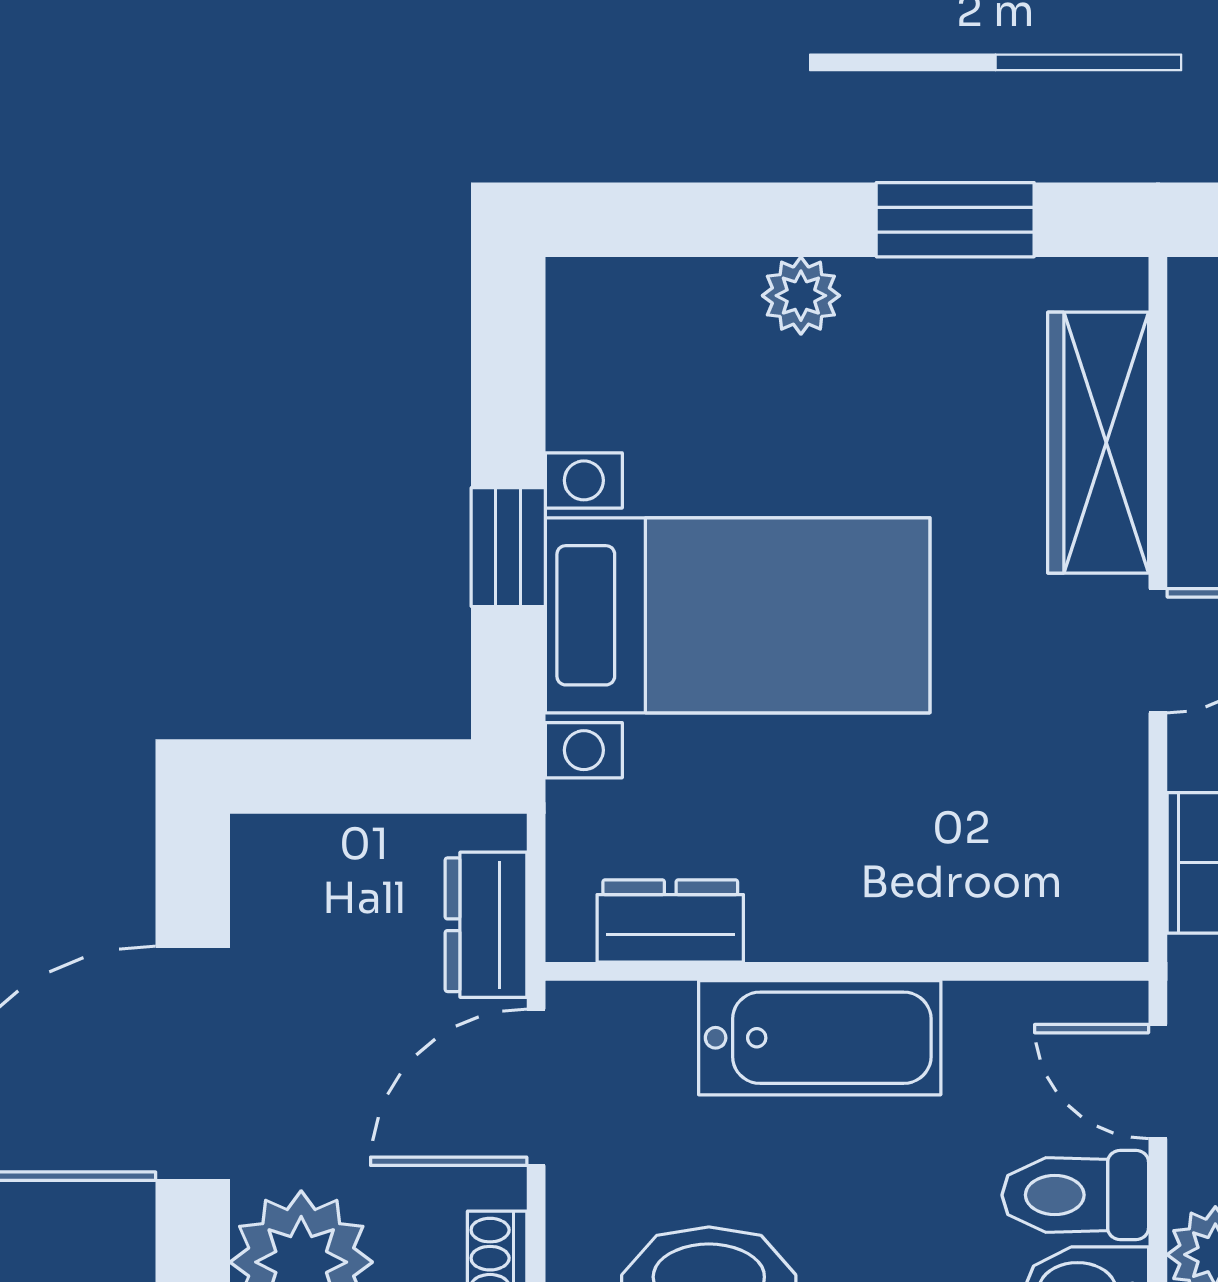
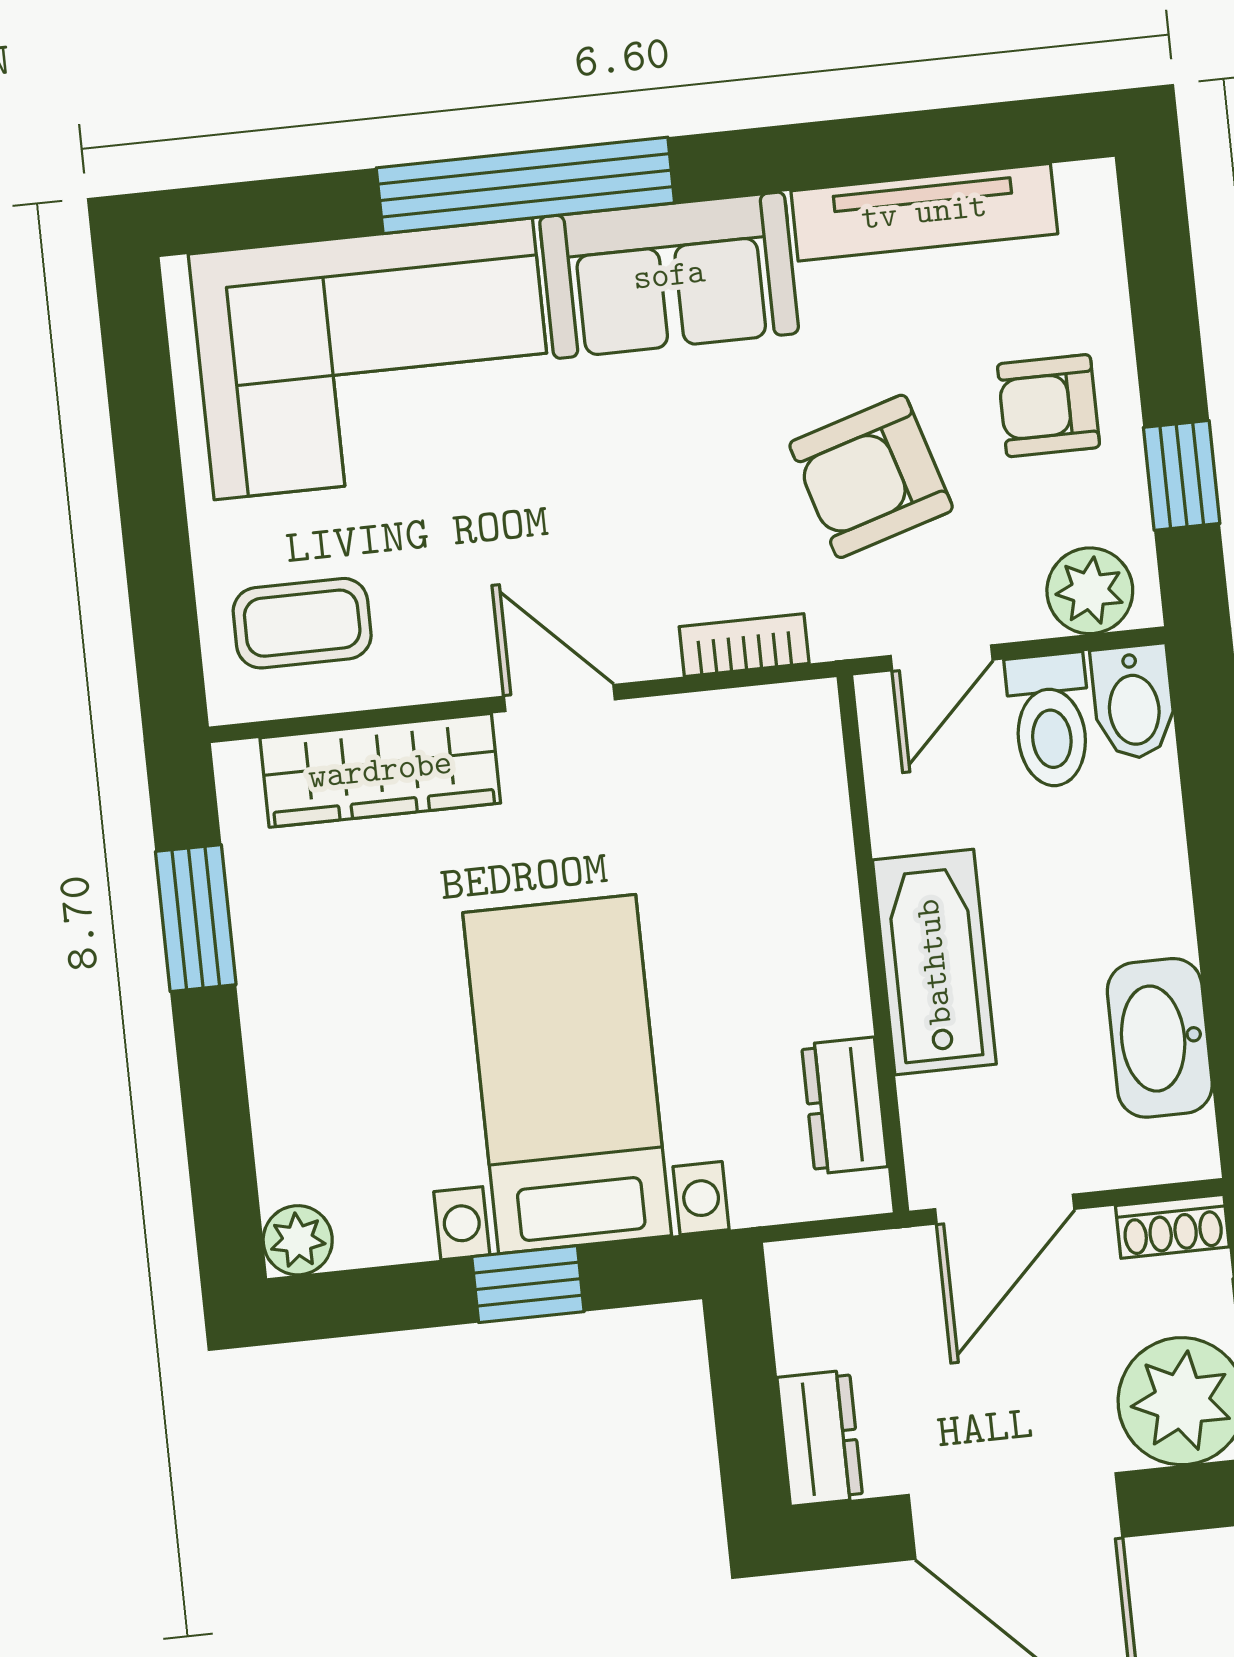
plant: (801, 296) -> (298, 1240), moved
dresser: (486, 925) -> (820, 1438), moved, turned -90
door: (536, 1087) -> (1005, 1209), hinge flipped

